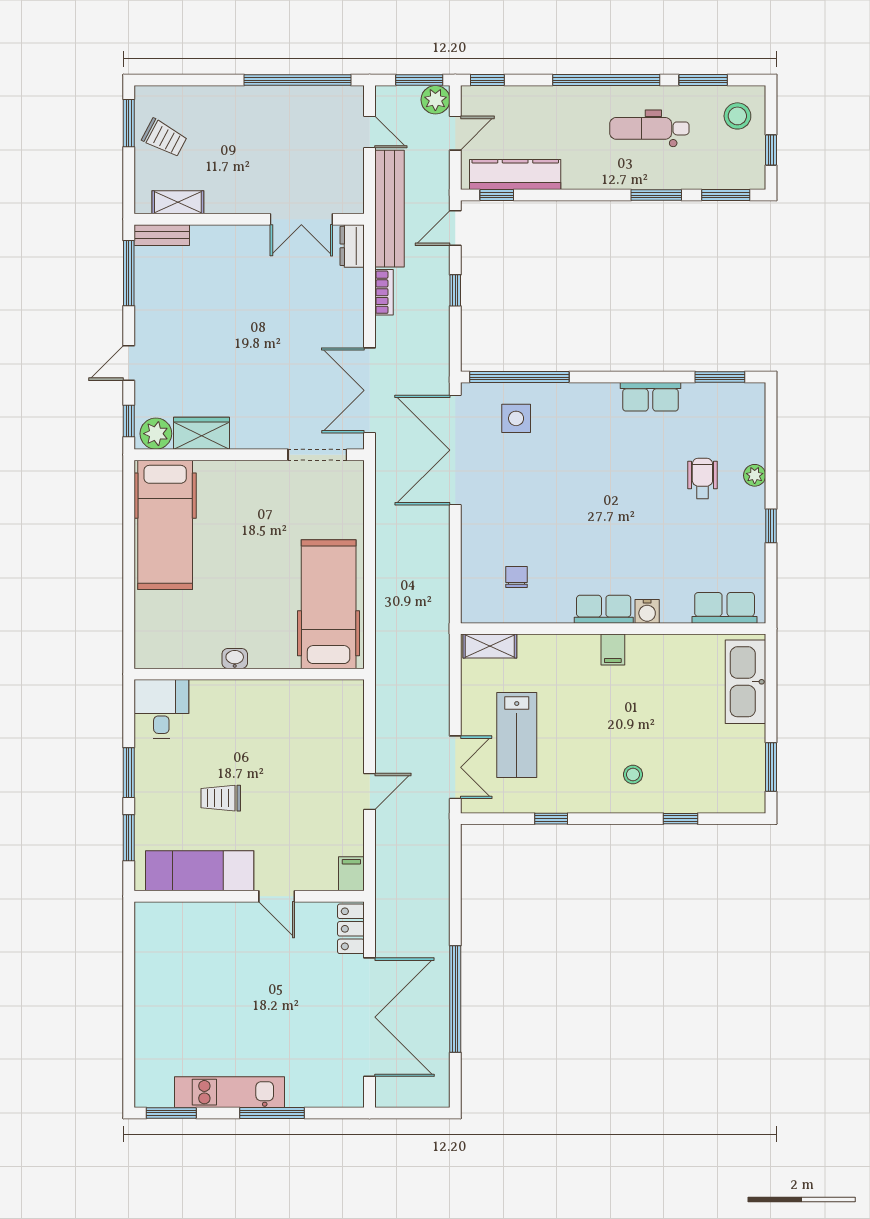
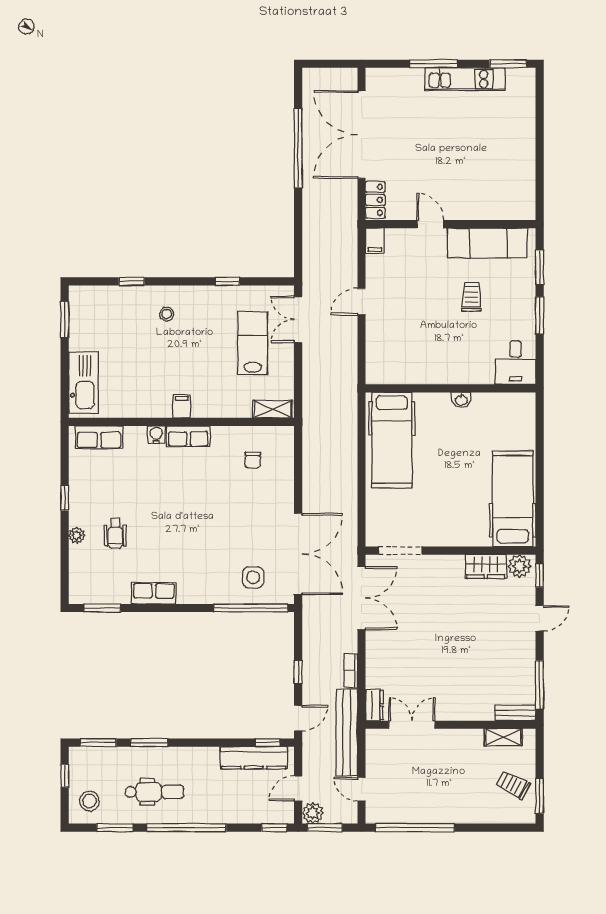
trolley: (221, 798) -> (472, 297), turned -90

